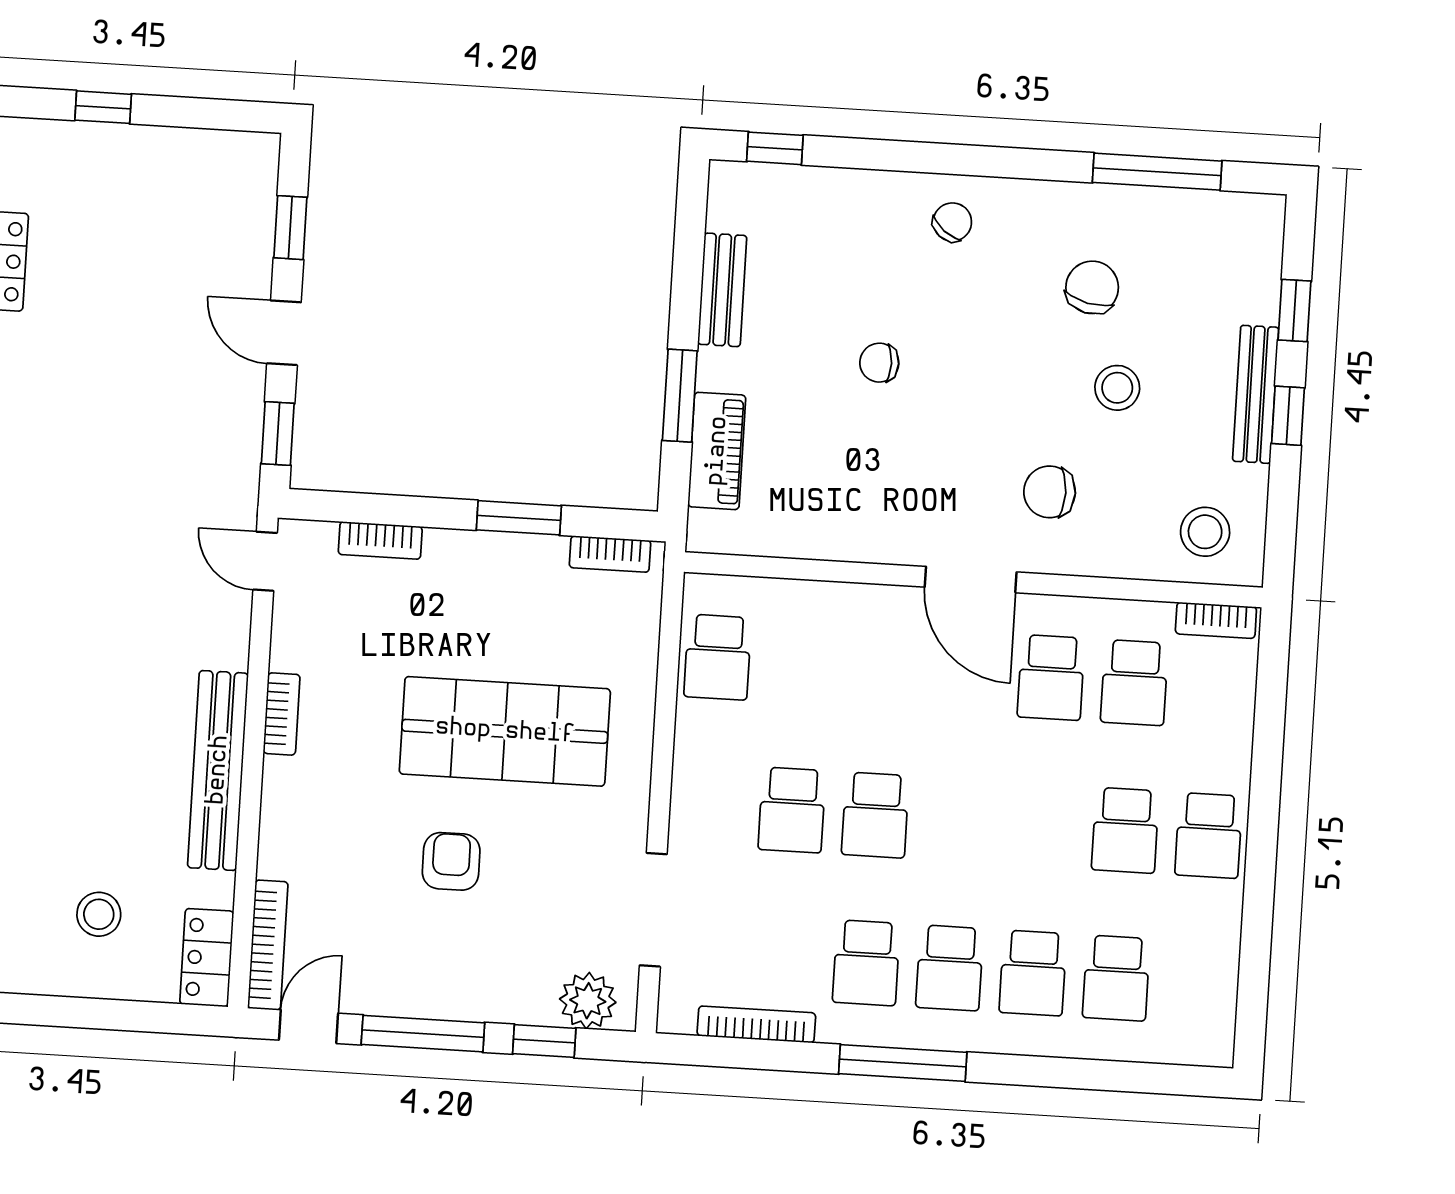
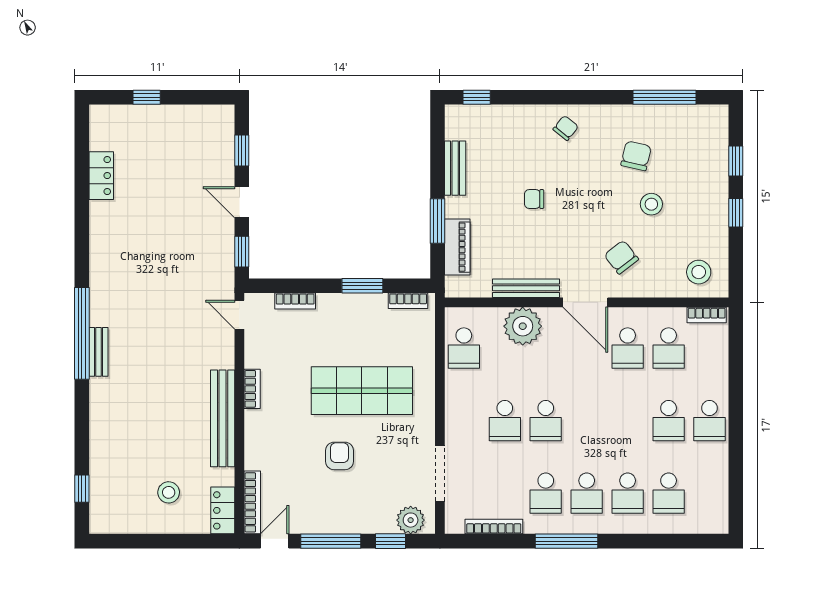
bench: (1256, 394) -> (526, 288), moved, turned 90
chair: (1050, 492) -> (621, 257), turned 52
plant: (840, 620) -> (523, 326), added

